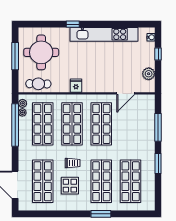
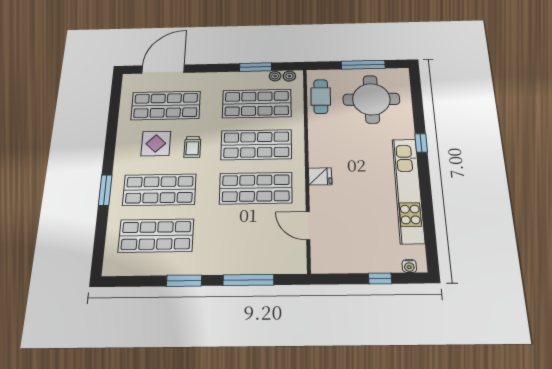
plant: (149, 74) -> (344, 263), removed
fridge: (76, 86) -> (320, 176), moved
window: (15, 125) -> (256, 67), width x0.47

